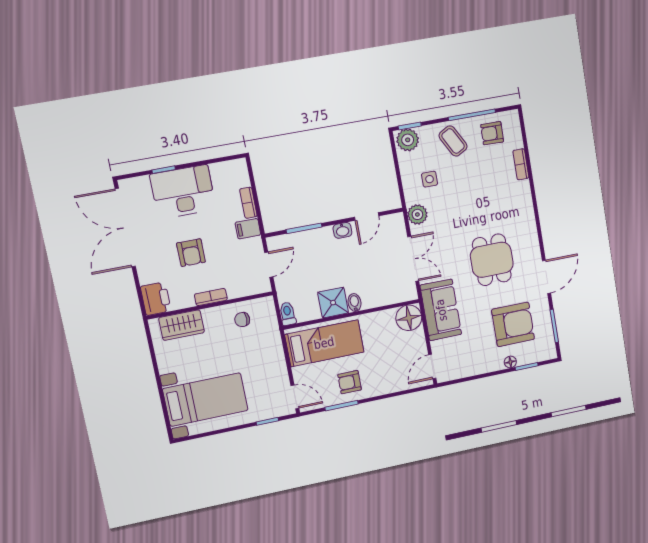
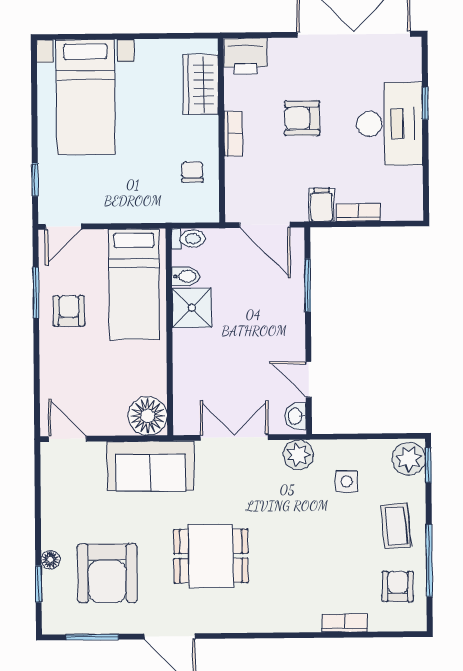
coffee table: (453, 141) -> (396, 526), turned -66
washbasin: (342, 230) -> (295, 416), moved
double door: (413, 259) -> (234, 438), swing flipped
door: (269, 265) -> (265, 225), width x1.38
bidet: (354, 303) -> (185, 276), moved

